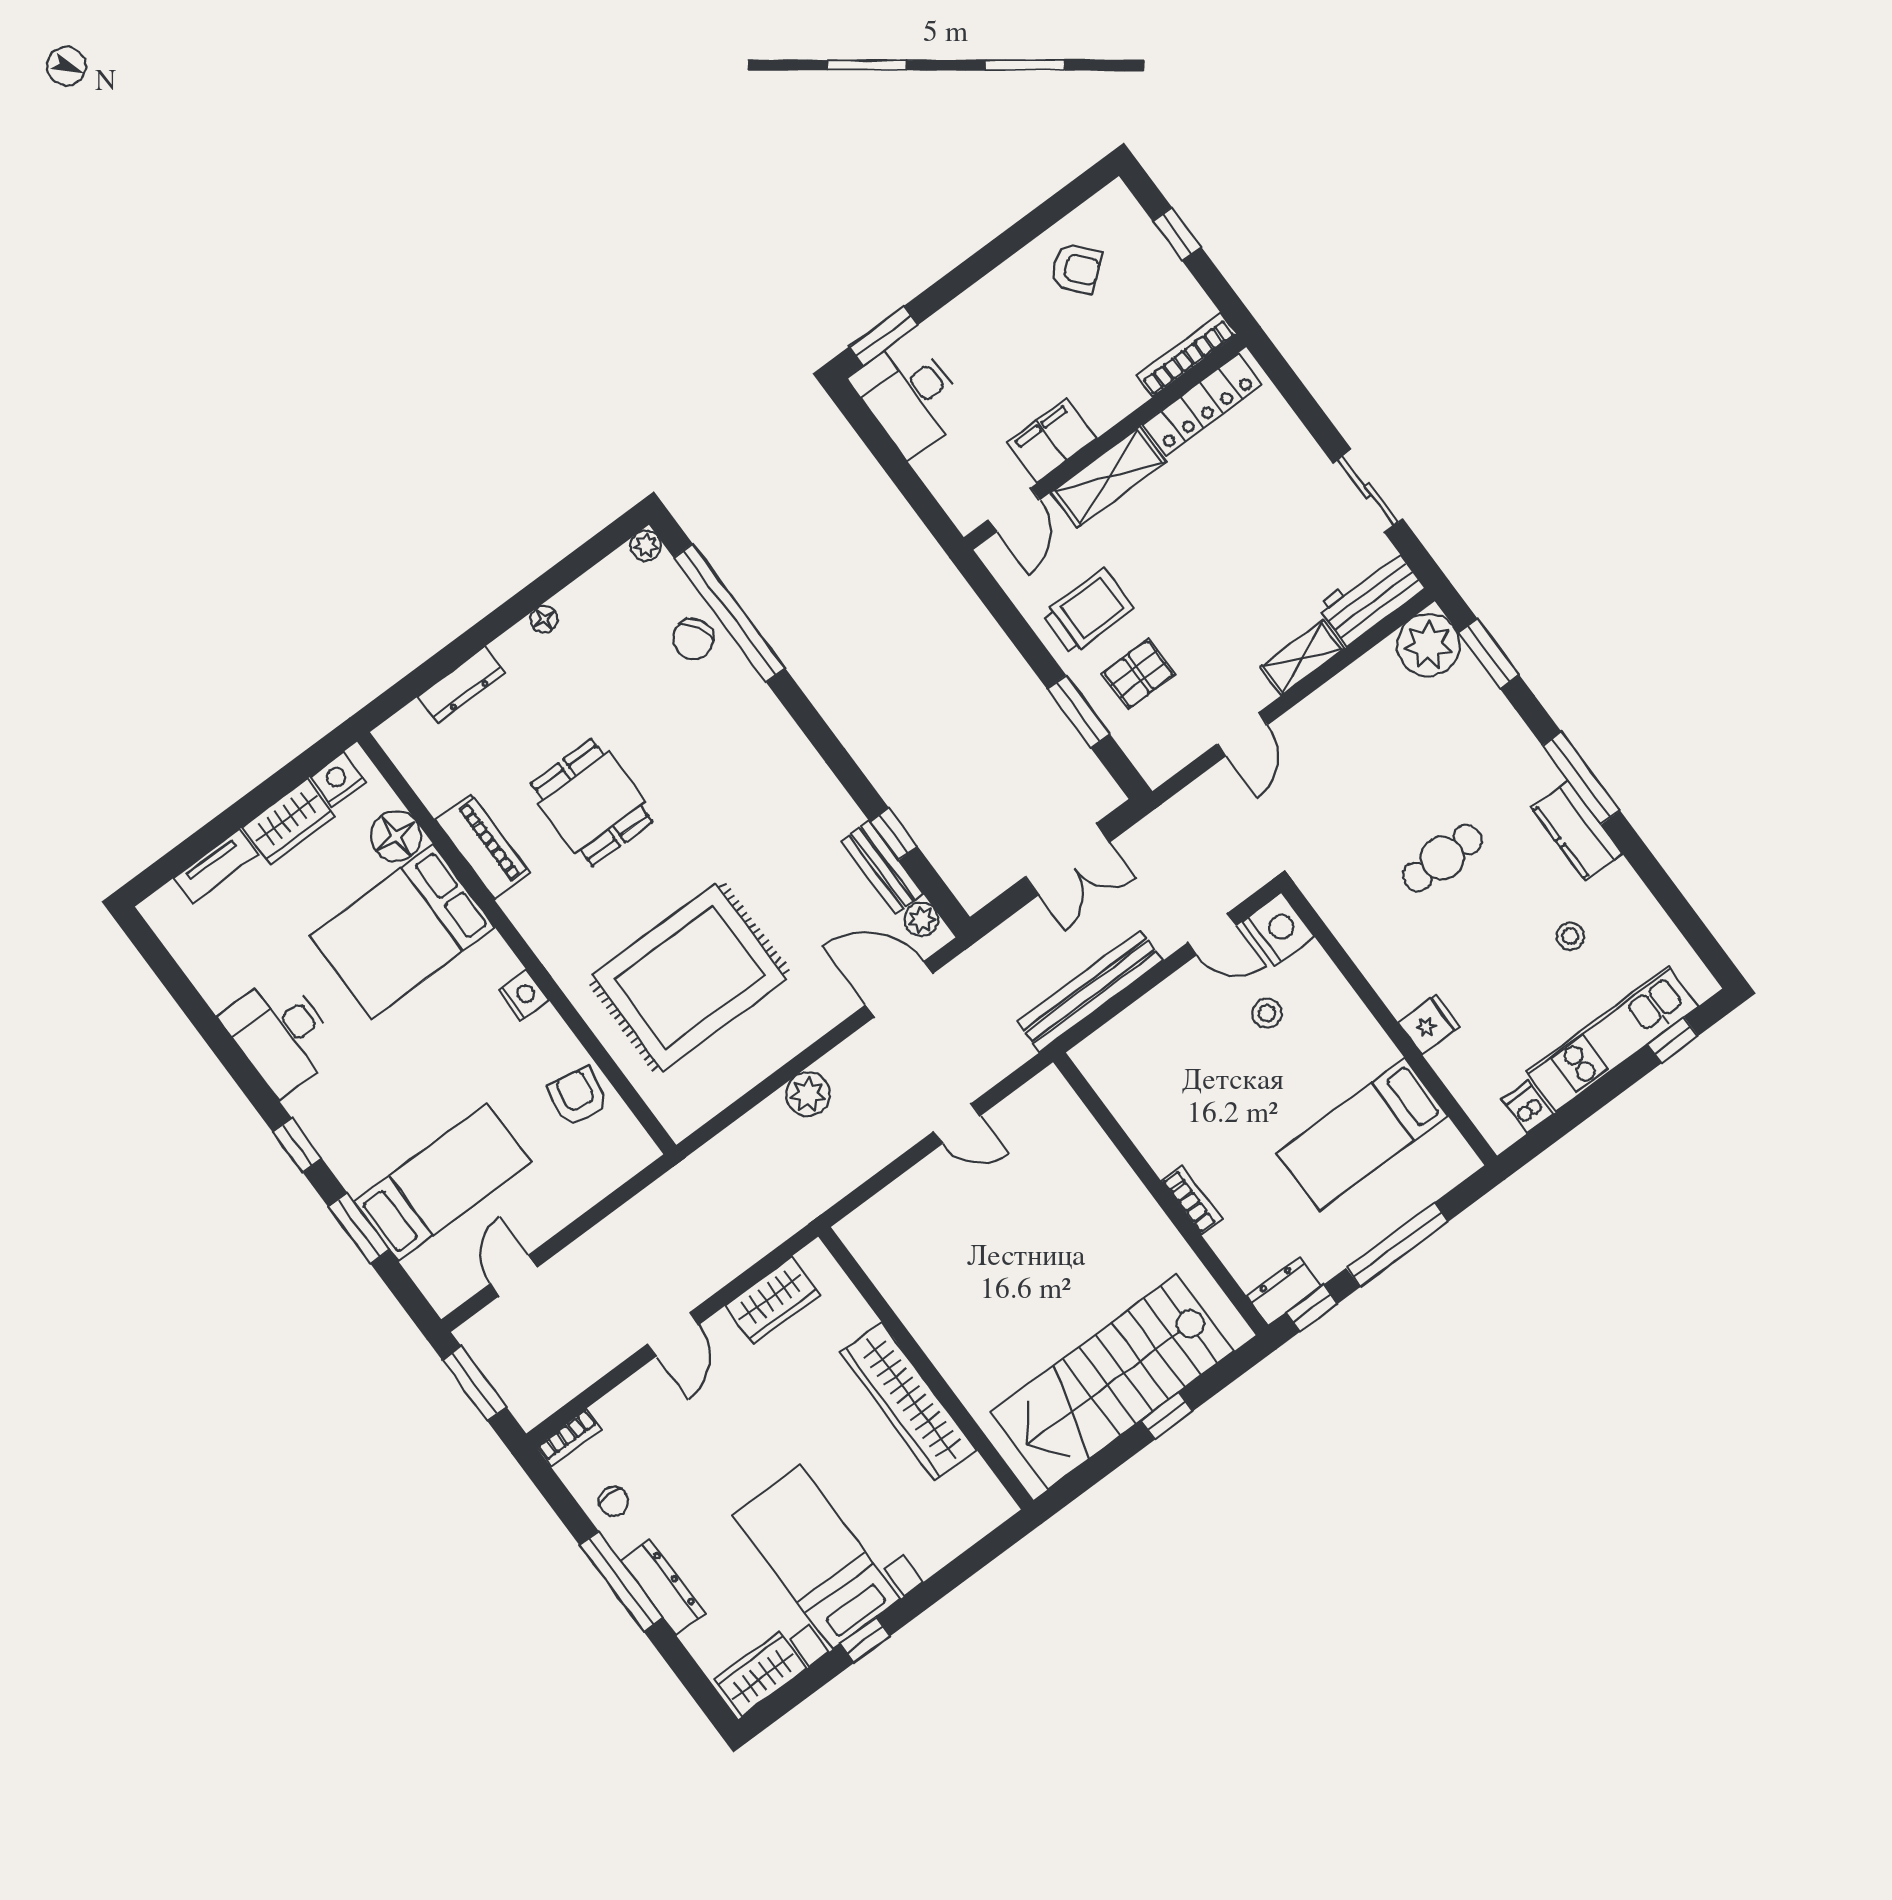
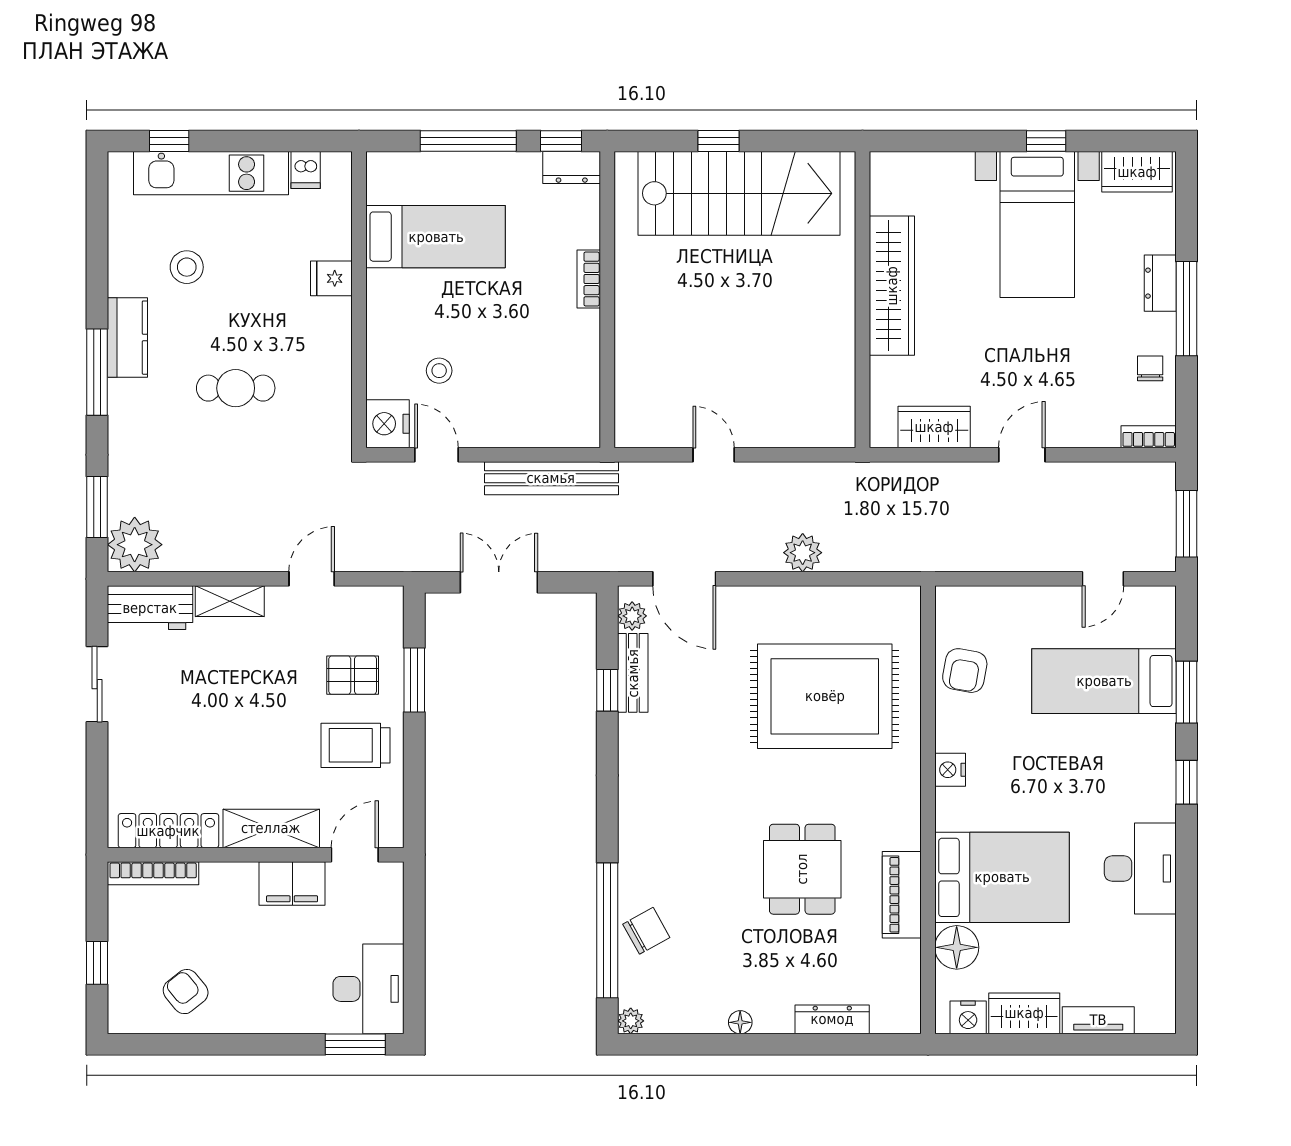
stool: (1570, 936) -> (187, 267), width x1.37, depth x1.37
dresser: (663, 1587) -> (1160, 283), width x0.70

